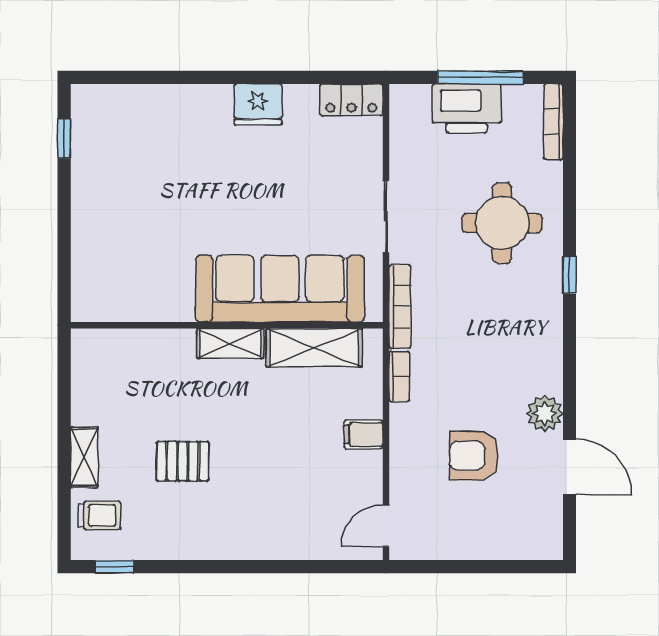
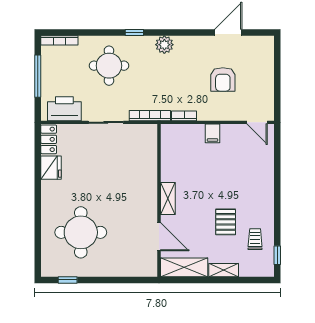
fridge: (258, 104) -> (51, 168), moved
printer: (467, 108) -> (64, 109), moved, turned -90
round table: (161, 165) -> (81, 232), added
sofa: (280, 289) -> (141, 174), removed
door: (152, 325) -> (159, 237), added
shelving: (314, 348) -> (184, 267), moved, turned 90
plant: (545, 413) -> (164, 45), moved
trolley: (99, 515) -> (255, 239), moved

